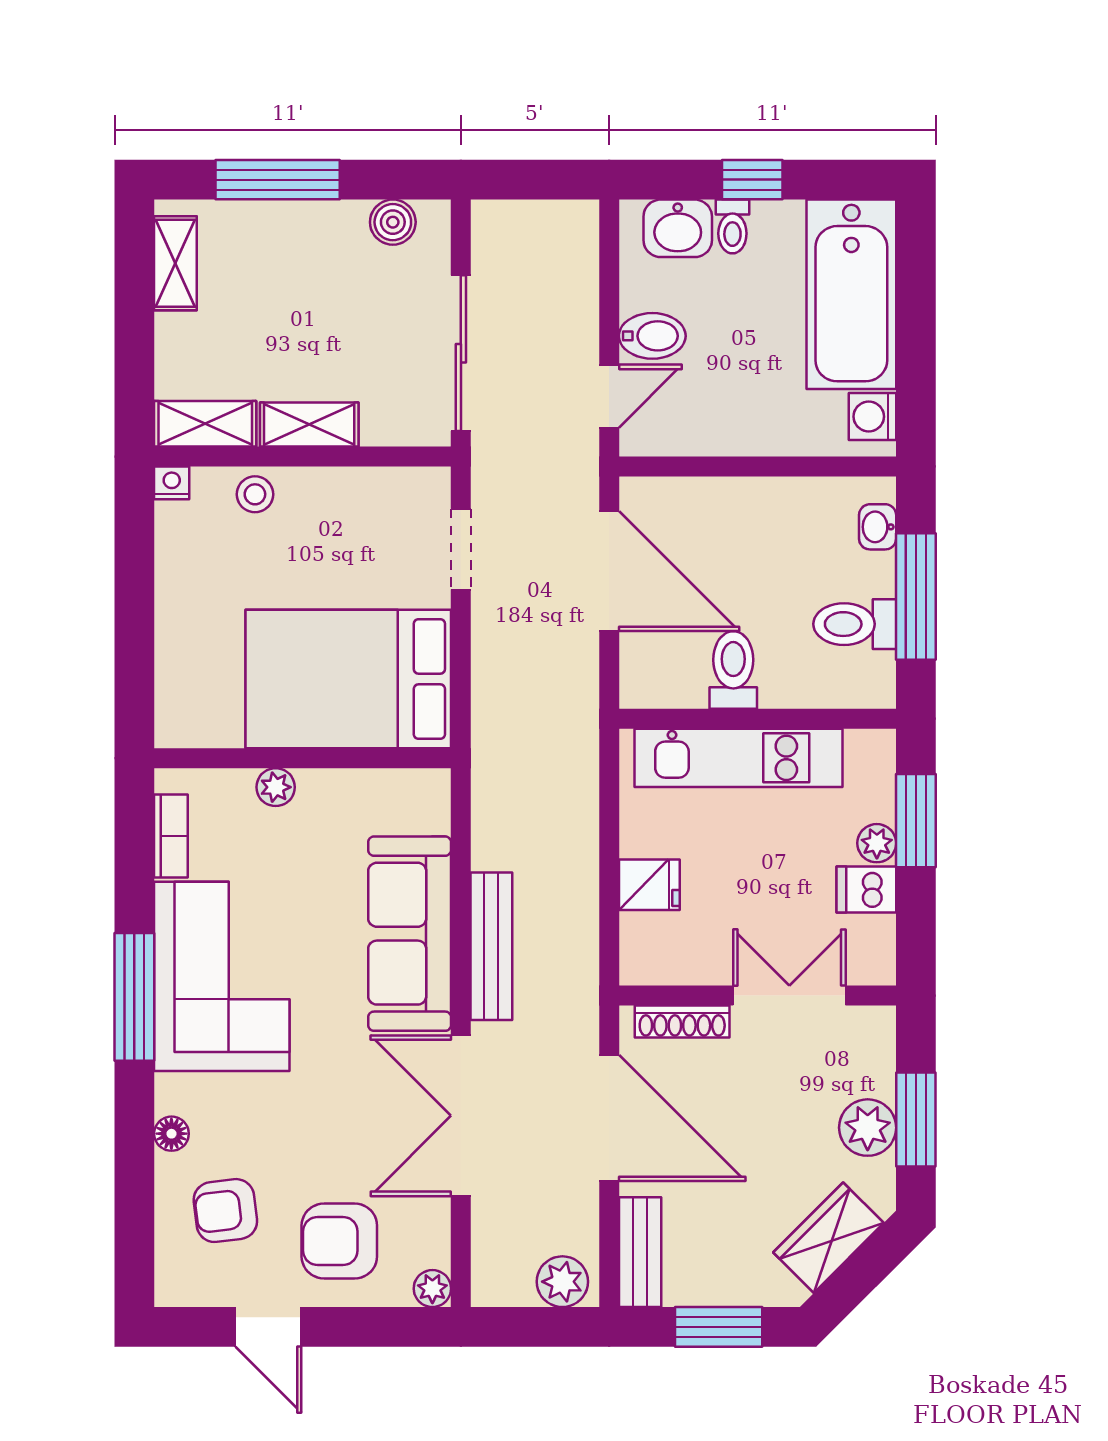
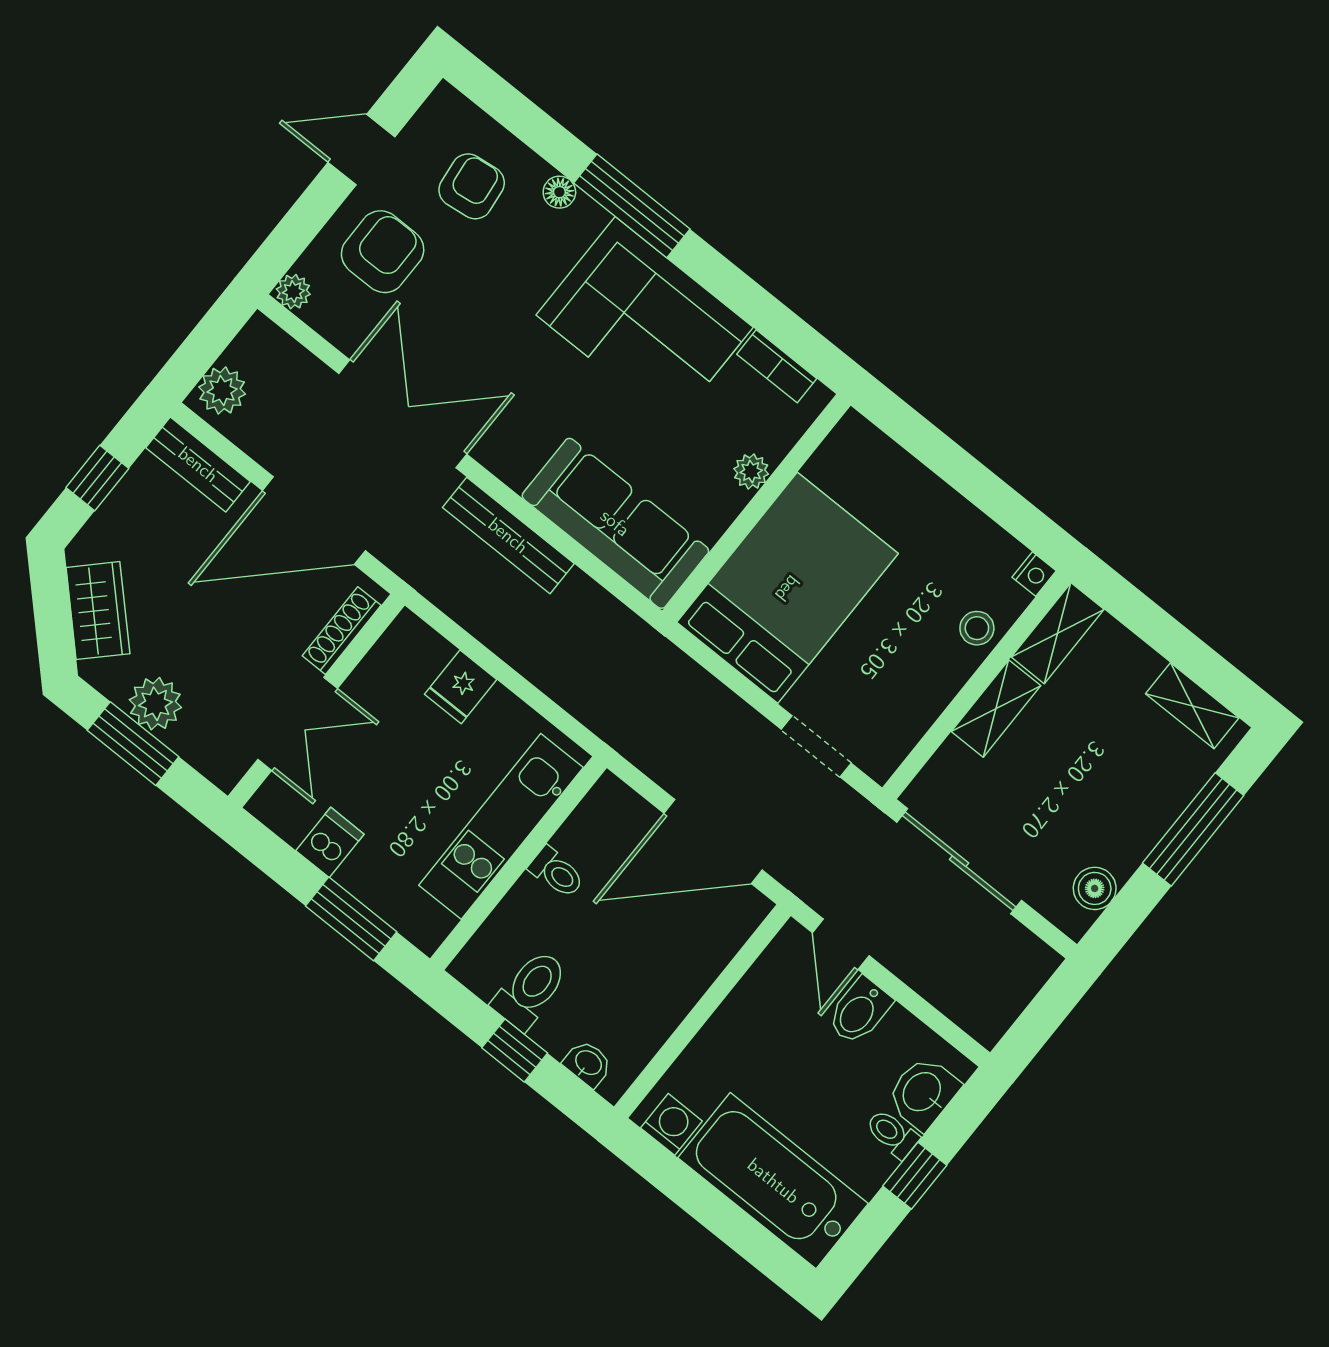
window: (916, 596) -> (515, 1050), width x0.46
toilet: (733, 670) -> (557, 872), width x0.73, depth x0.72
plant: (877, 843) -> (358, 877), removed
sofa: (410, 934) -> (615, 523), moved
window: (134, 997) -> (632, 206), moved
window: (719, 1327) -> (97, 478), width x0.67

